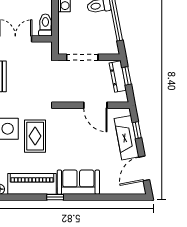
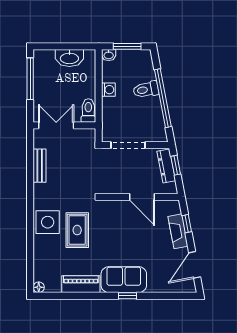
fireplace: (127, 138) -> (178, 231), width x0.73, depth x0.76
piano: (32, 184) -> (81, 284), width x0.73, depth x0.75
window: (55, 197) -> (127, 296), moved

